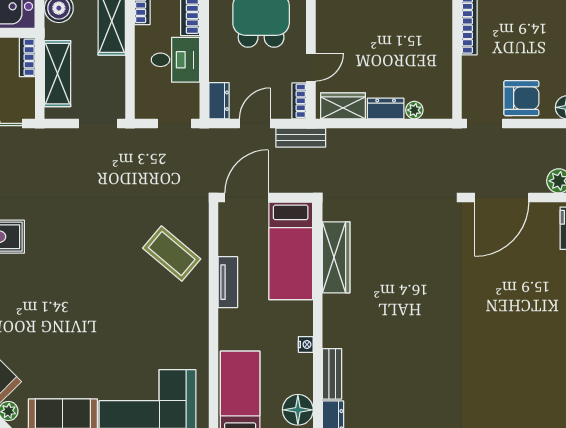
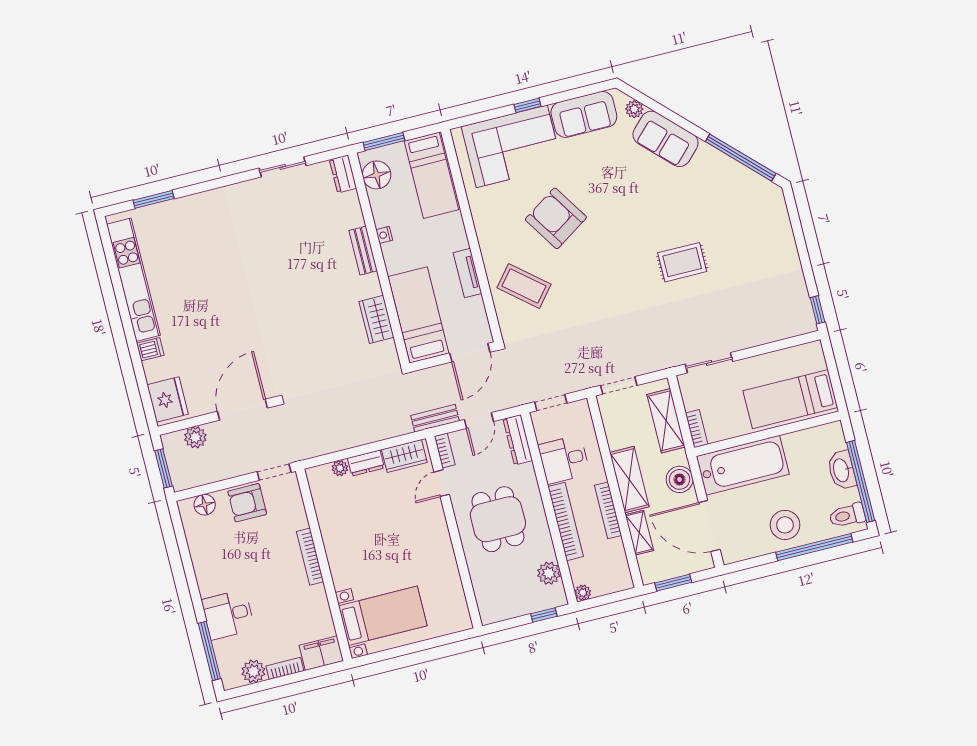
dresser: (219, 101) -> (518, 440), width x1.44
wardrobe: (336, 257) -> (377, 319), width x0.67
armchair: (120, 316) -> (556, 218), added
bench: (332, 374) -> (363, 251), moved

